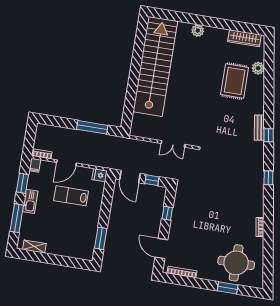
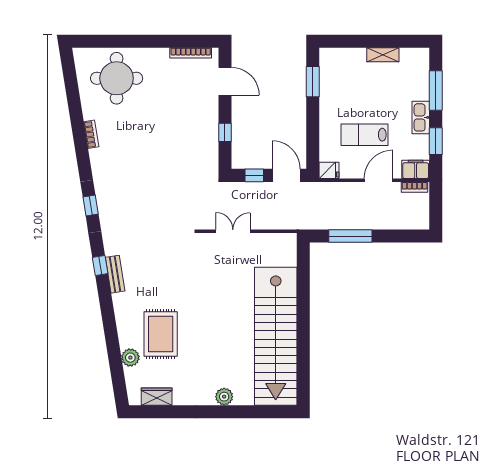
wardrobe: (244, 38) -> (157, 397), width x0.67
filing cabinet: (35, 165) -> (416, 169), width x2.00
lab bench: (71, 196) -> (365, 135), turned 180
shelving: (34, 247) -> (383, 55), moved
window: (228, 288) -> (123, 41), removed

